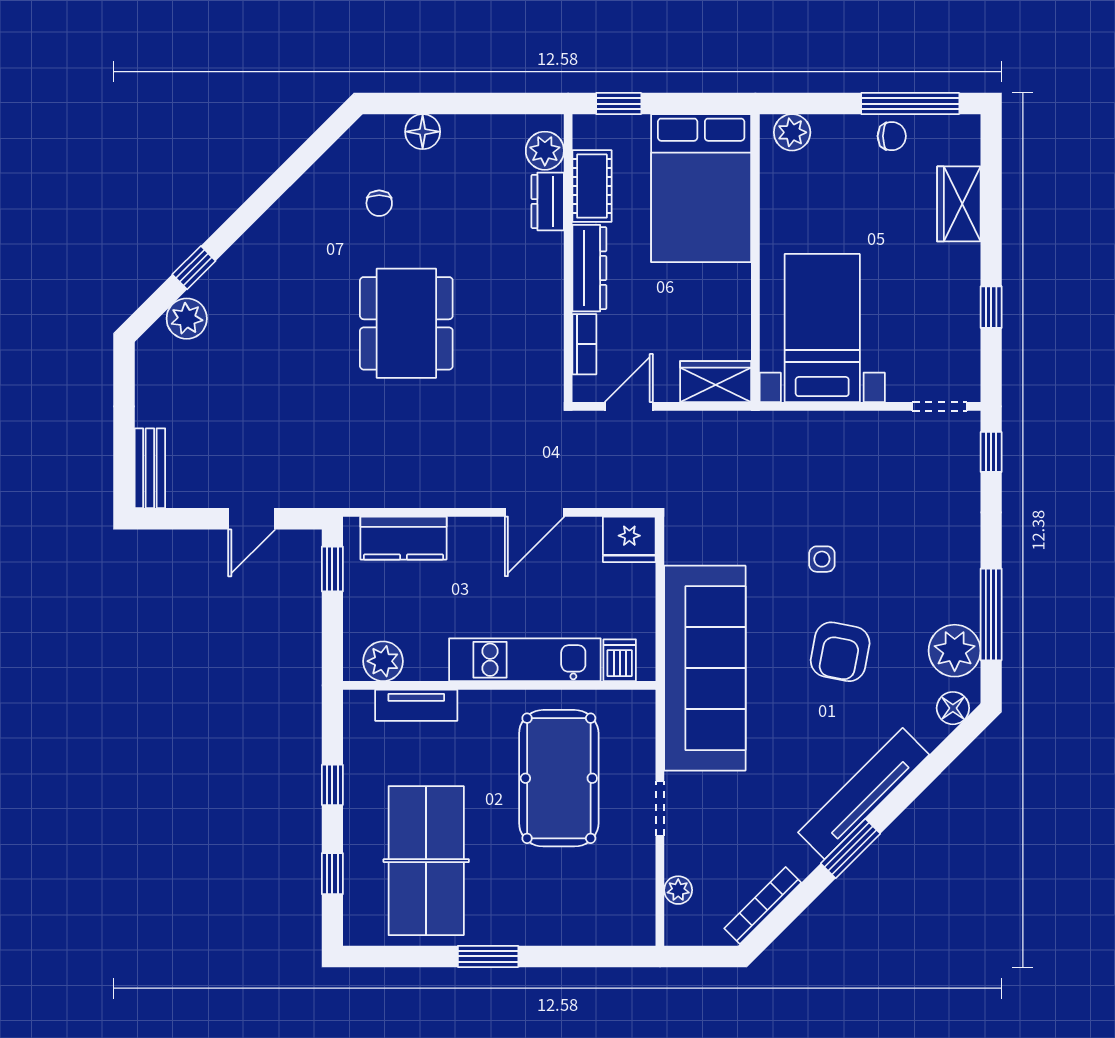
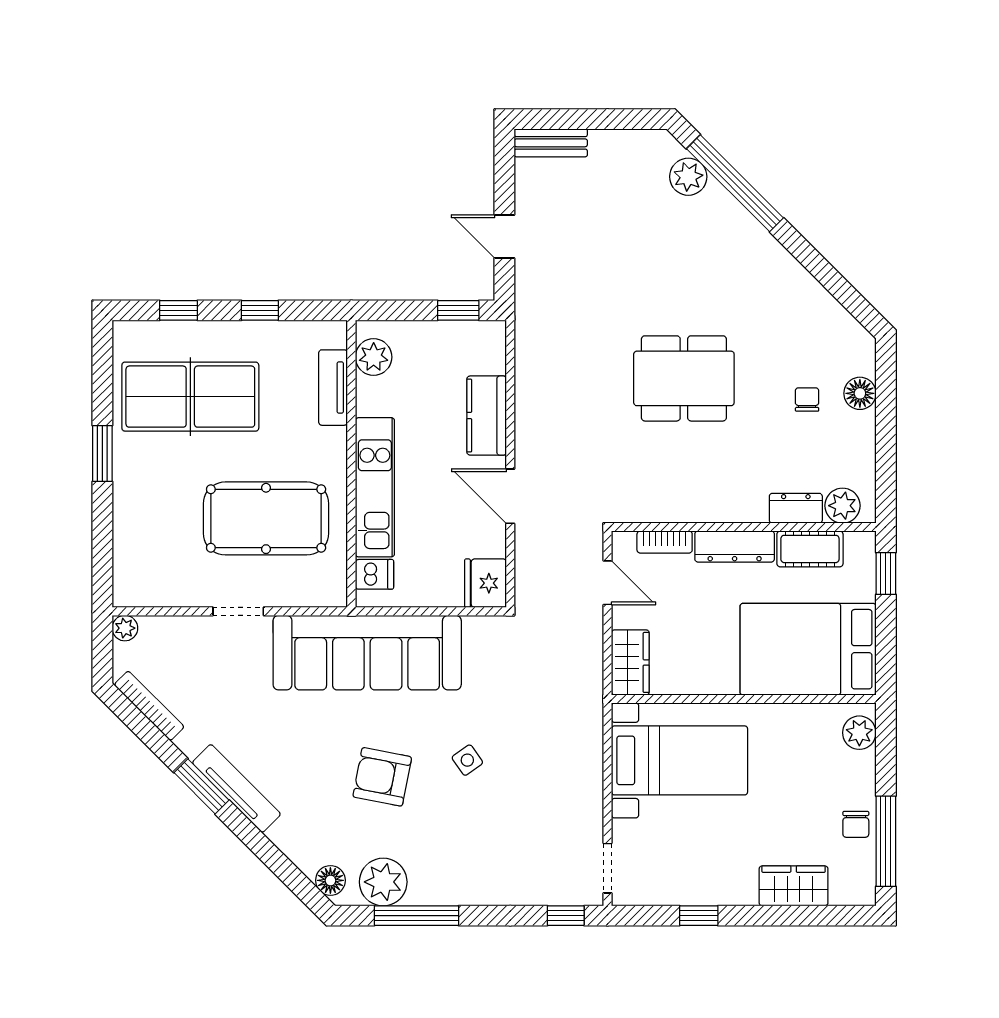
chair: (379, 203) -> (807, 400), moved, turned 90
window: (194, 268) -> (735, 183), width x3.17
kitchen counter: (404, 538) -> (487, 416), moved
side table: (822, 559) -> (467, 760), turned -35
tv unit: (864, 794) -> (236, 788), width x0.73, depth x0.78
plant: (678, 890) -> (125, 628), moved

